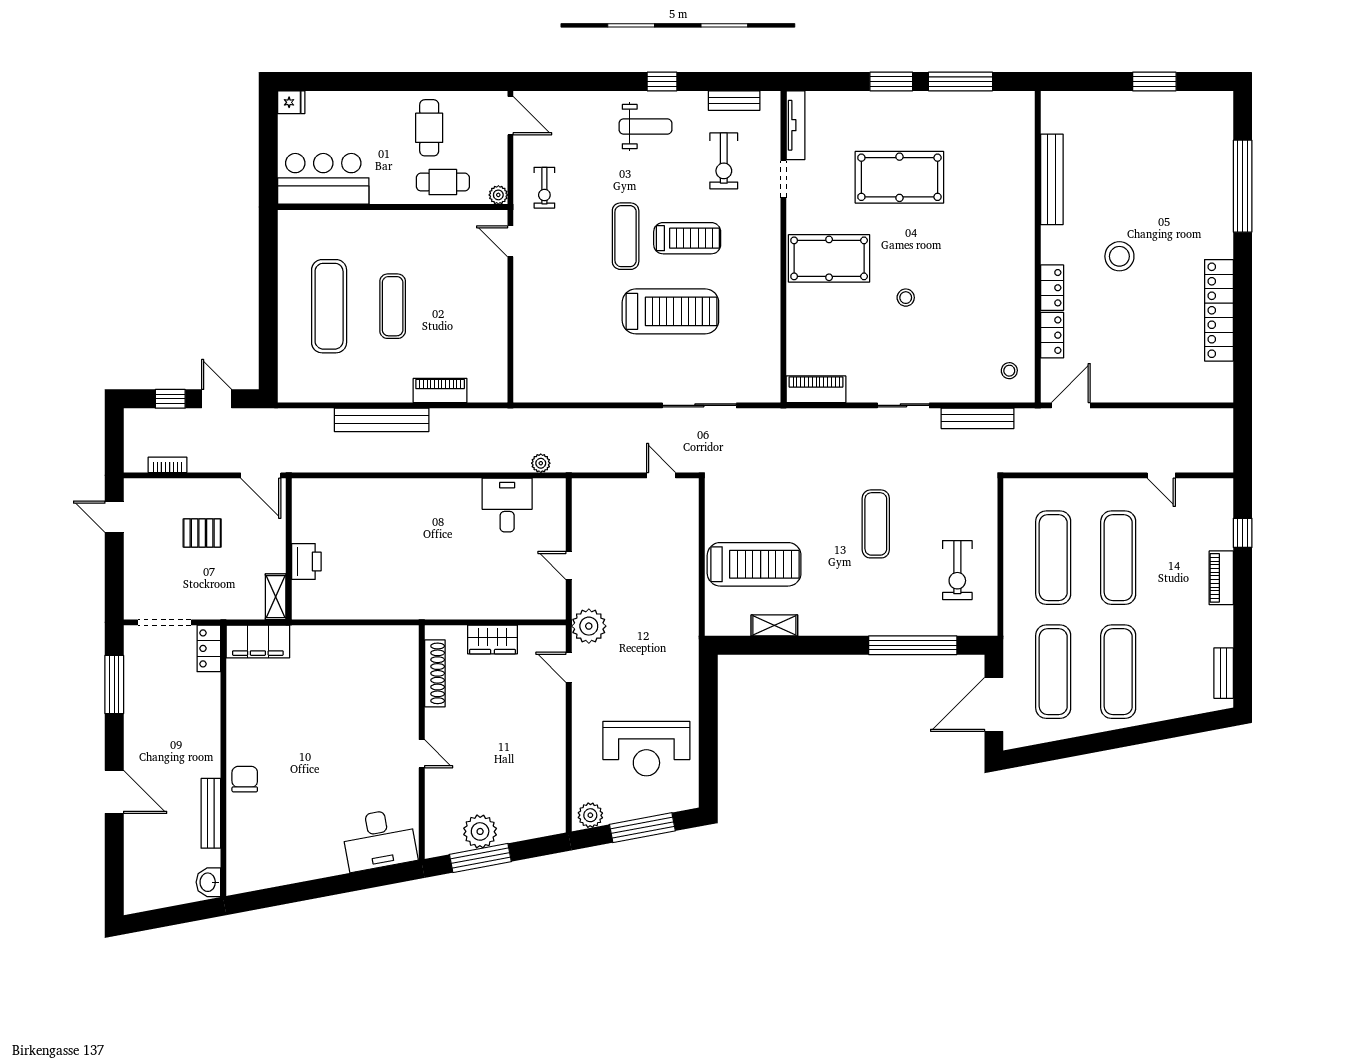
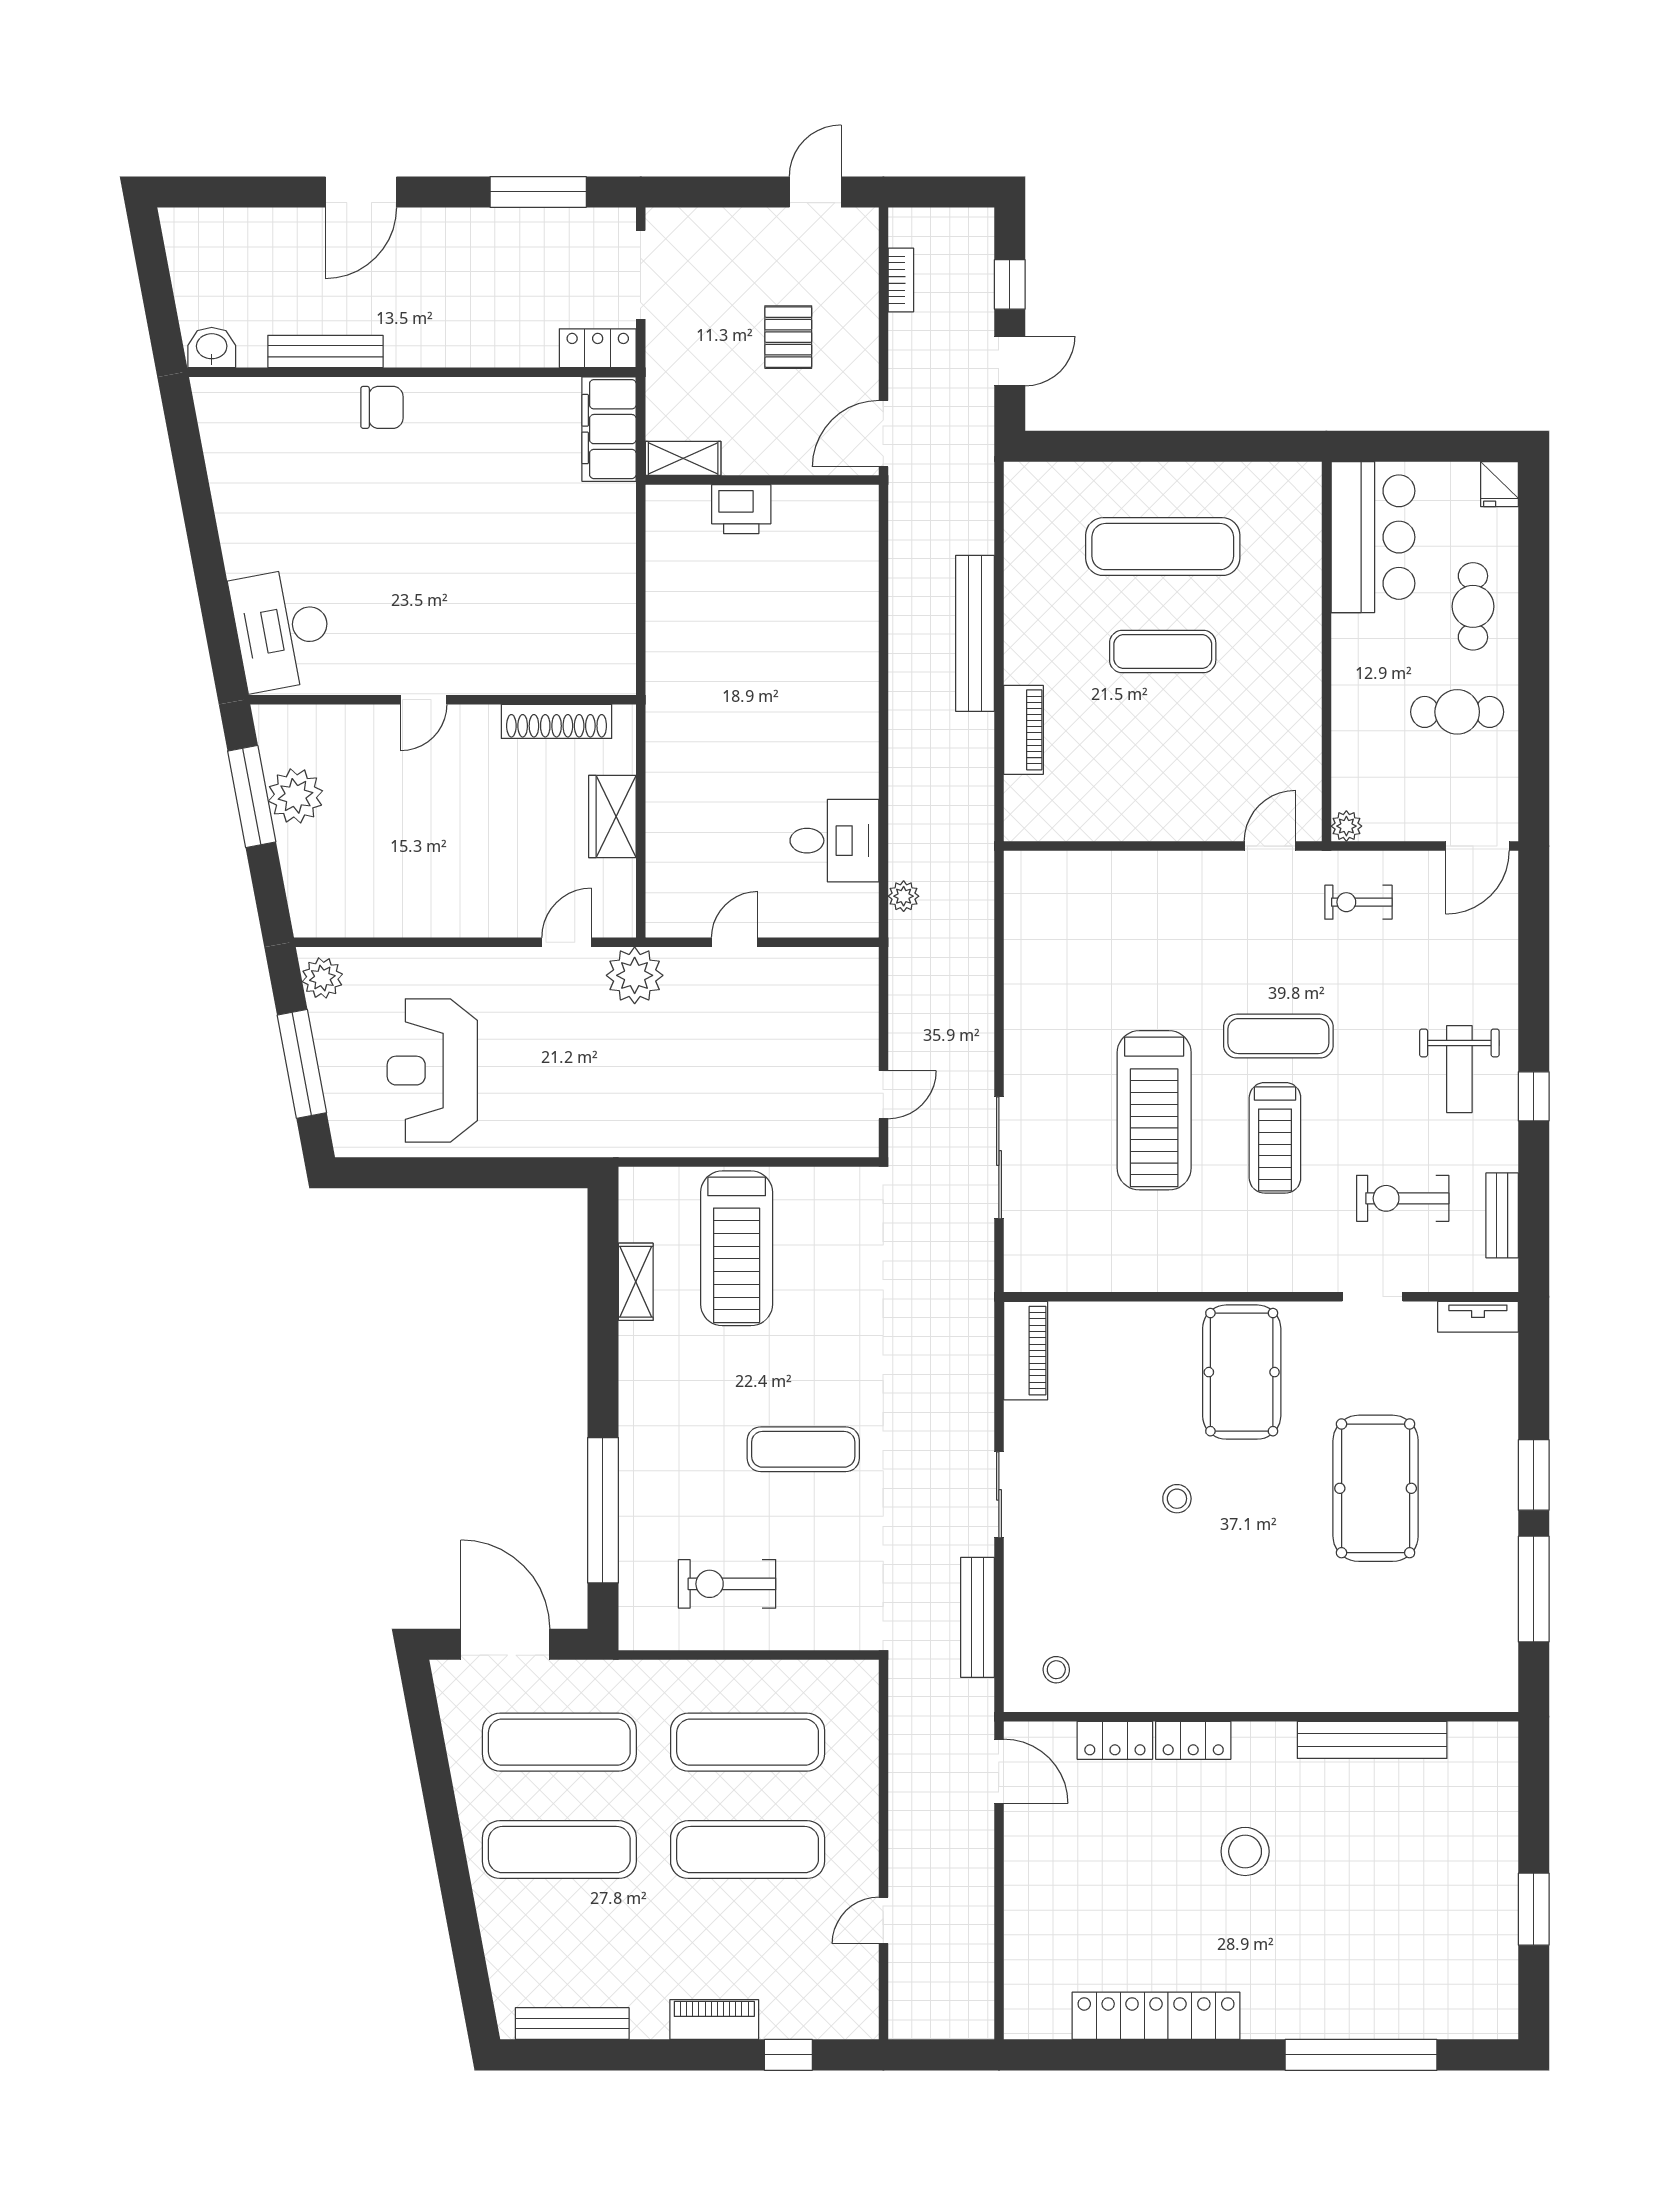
tv unit: (796, 125) -> (1478, 1317), width x0.71
cafe table: (443, 182) -> (1473, 606), moved
bench: (1224, 673) -> (572, 2024), width x1.36

